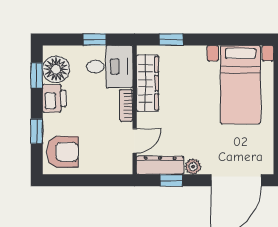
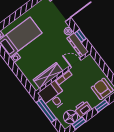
window: (94, 39) -> (46, 110), width x2.17
window: (171, 39) -> (23, 79), removed

